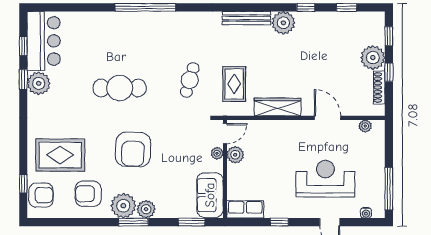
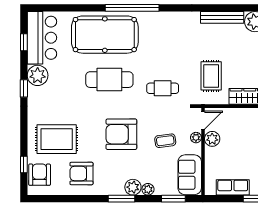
pool table: (114, 37) -> (105, 35), added
window: (23, 80) -> (24, 88), moved
cafe table: (190, 80) -> (163, 88), moved, turned 74
armchair: (133, 150) -> (121, 134), turned 88
coffee table: (182, 157) -> (165, 141), added
armchair: (41, 195) -> (40, 175), turned -90
plant: (123, 206) -> (148, 189), moved, width x0.53, depth x0.53
row of seats: (245, 209) -> (233, 187), moved

